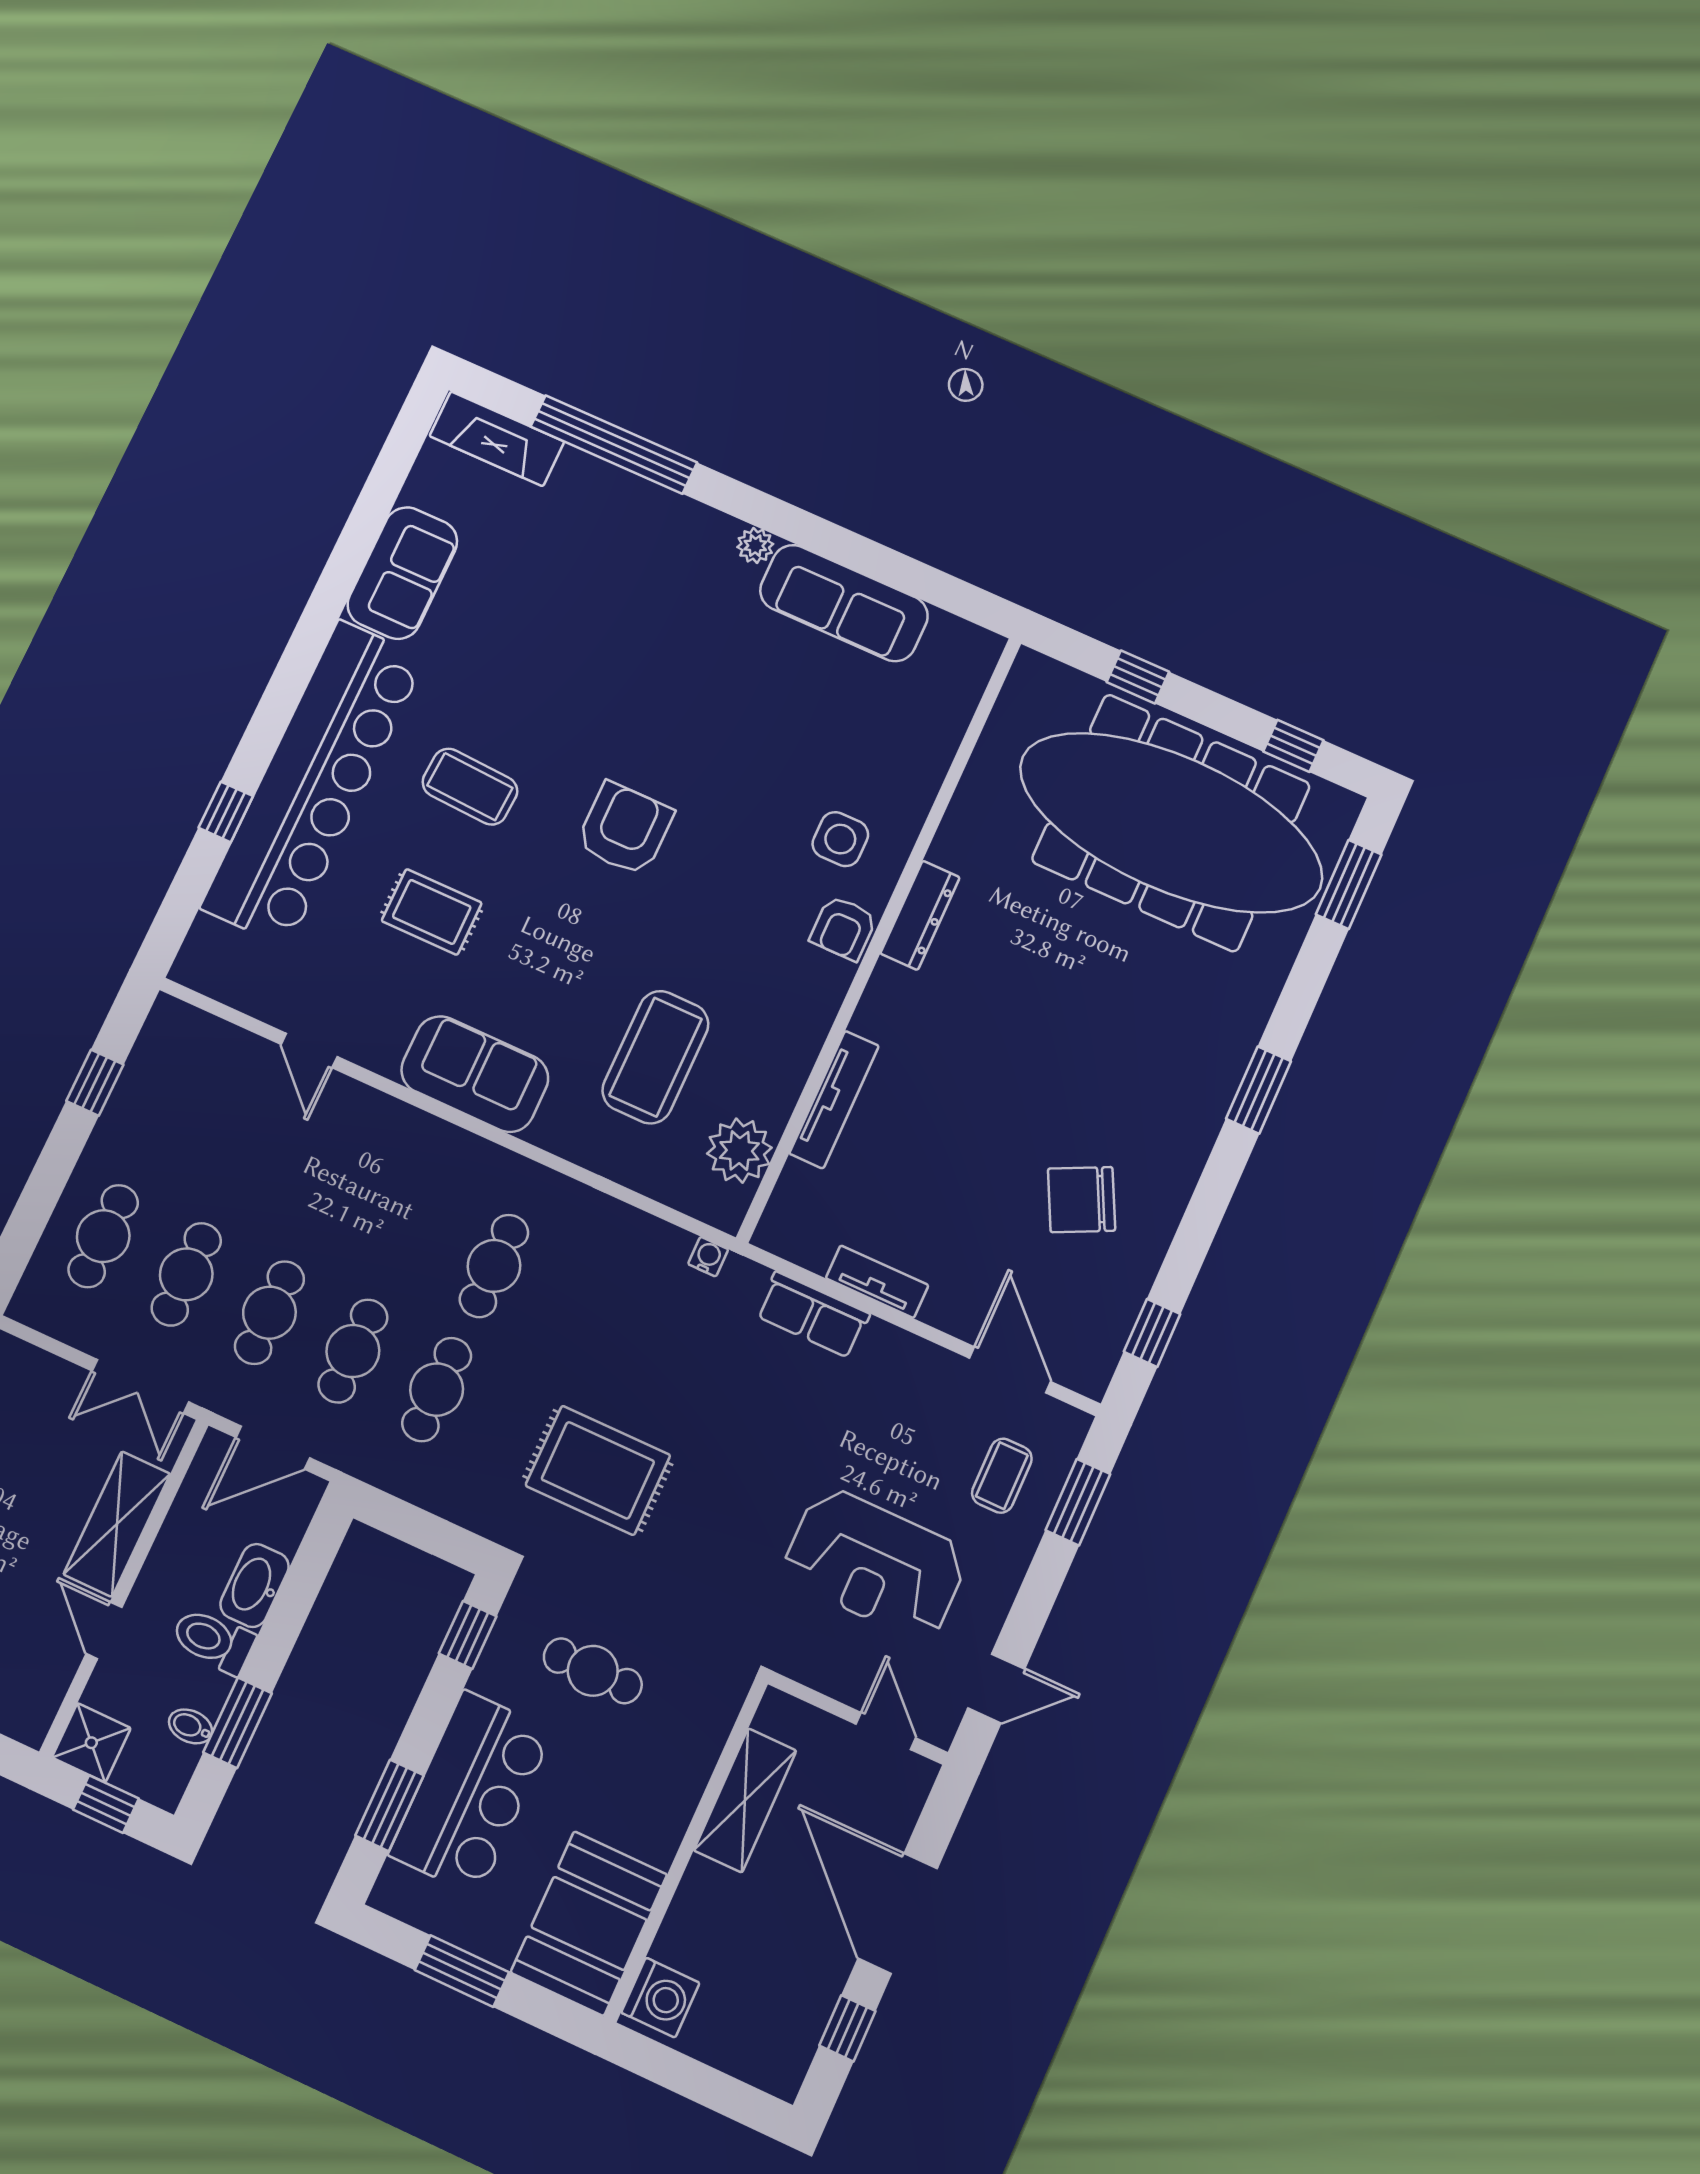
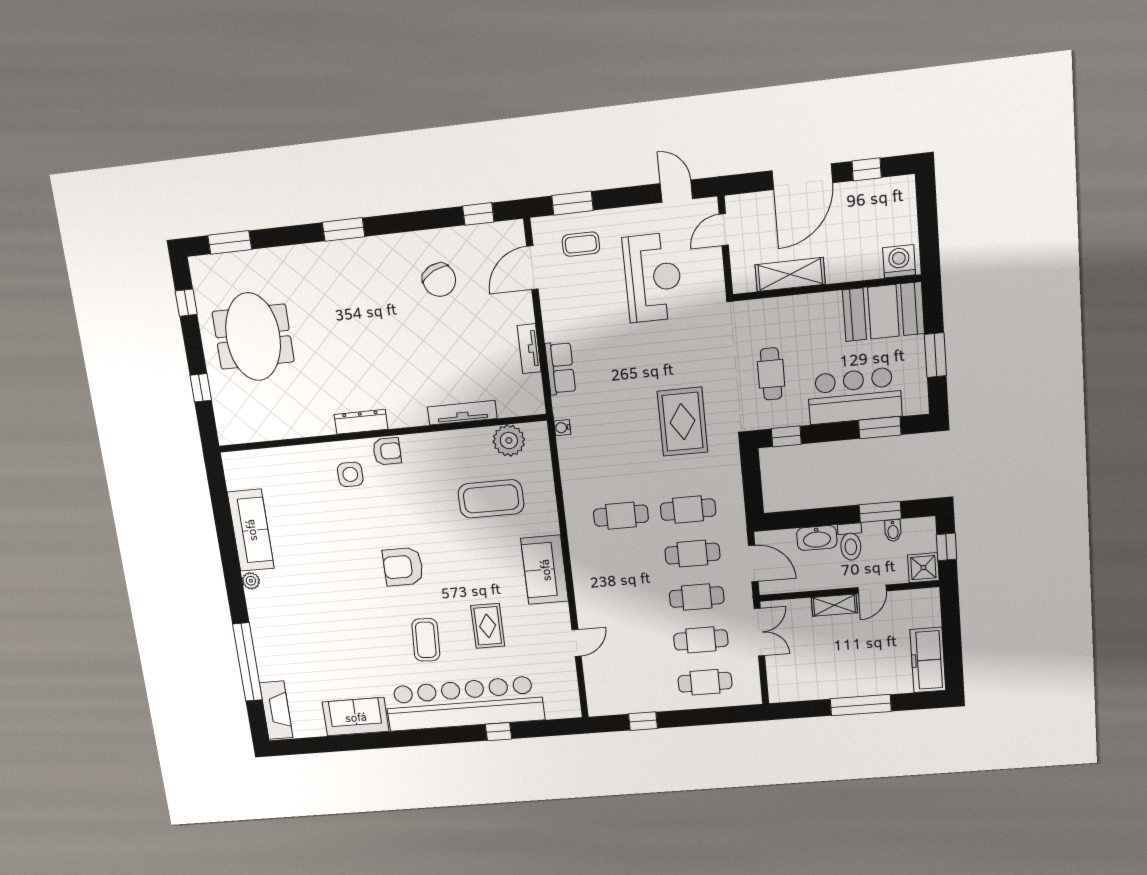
meeting table: (1171, 823) -> (253, 337), width x0.54, depth x0.79
shelving: (117, 1524) -> (834, 605), width x0.67, depth x0.75

